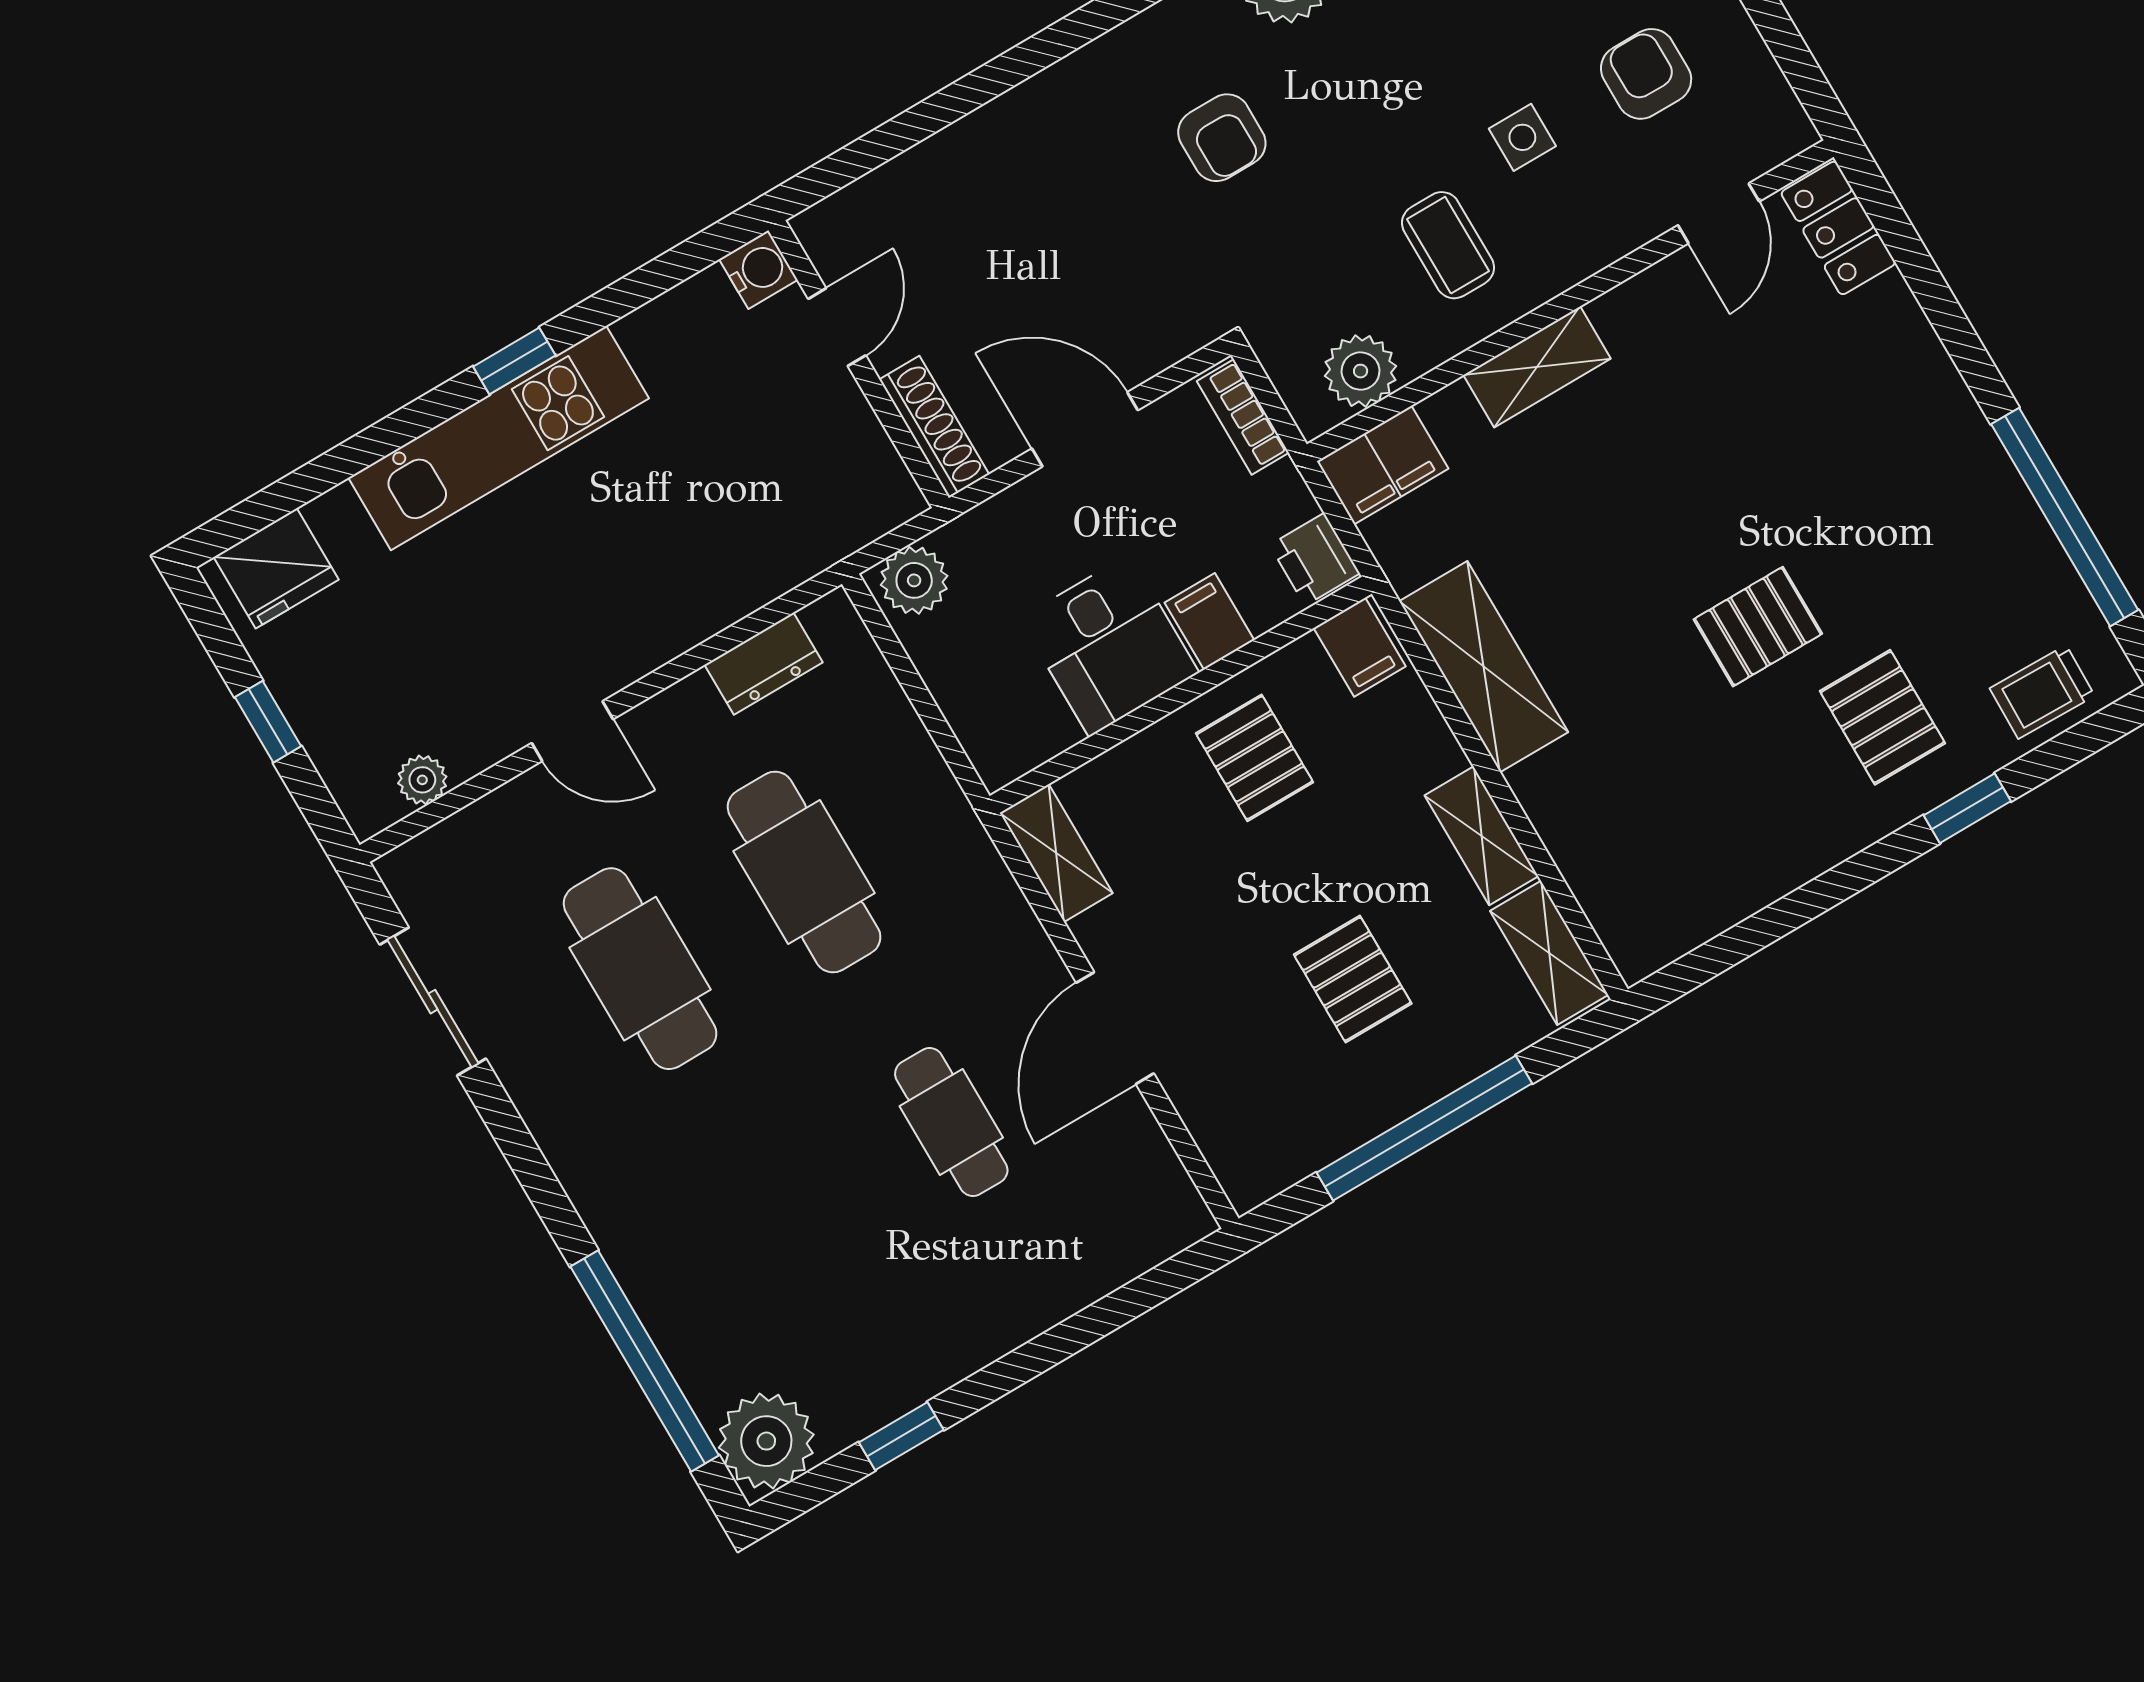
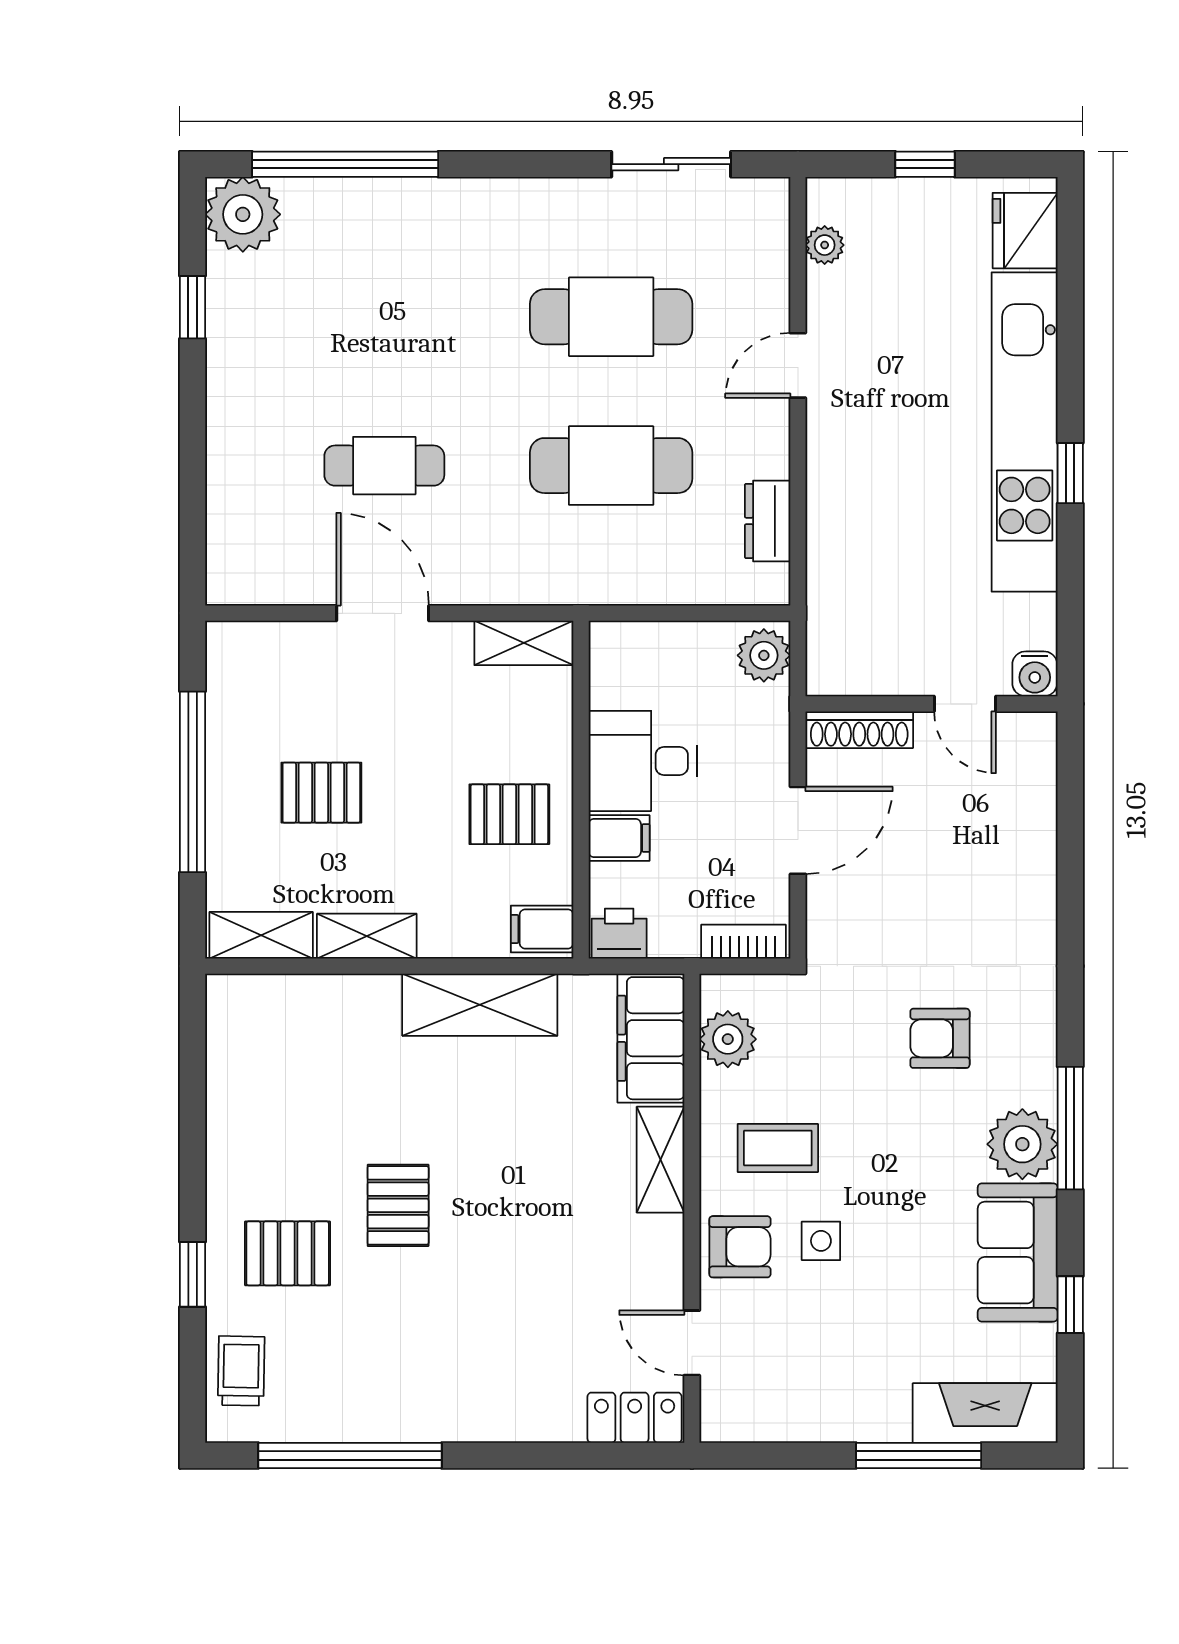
armchair: (1646, 74) -> (740, 1247), moved
kitchen unit: (499, 438) -> (1025, 432), width x1.36
filing cabinet: (1383, 465) -> (651, 1038), width x1.50, depth x1.17

